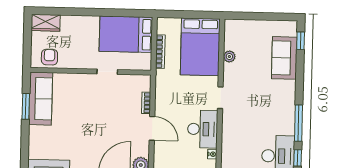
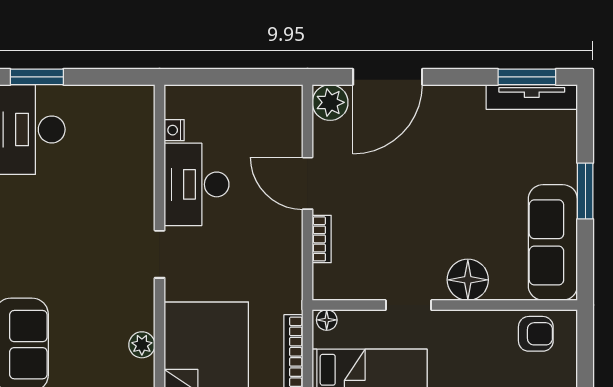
armchair: (49, 57) -> (536, 334), turned -90
floor lamp: (145, 66) -> (327, 320), added
floor lamp: (80, 83) -> (468, 280), added
window: (26, 106) -> (585, 191), moved

